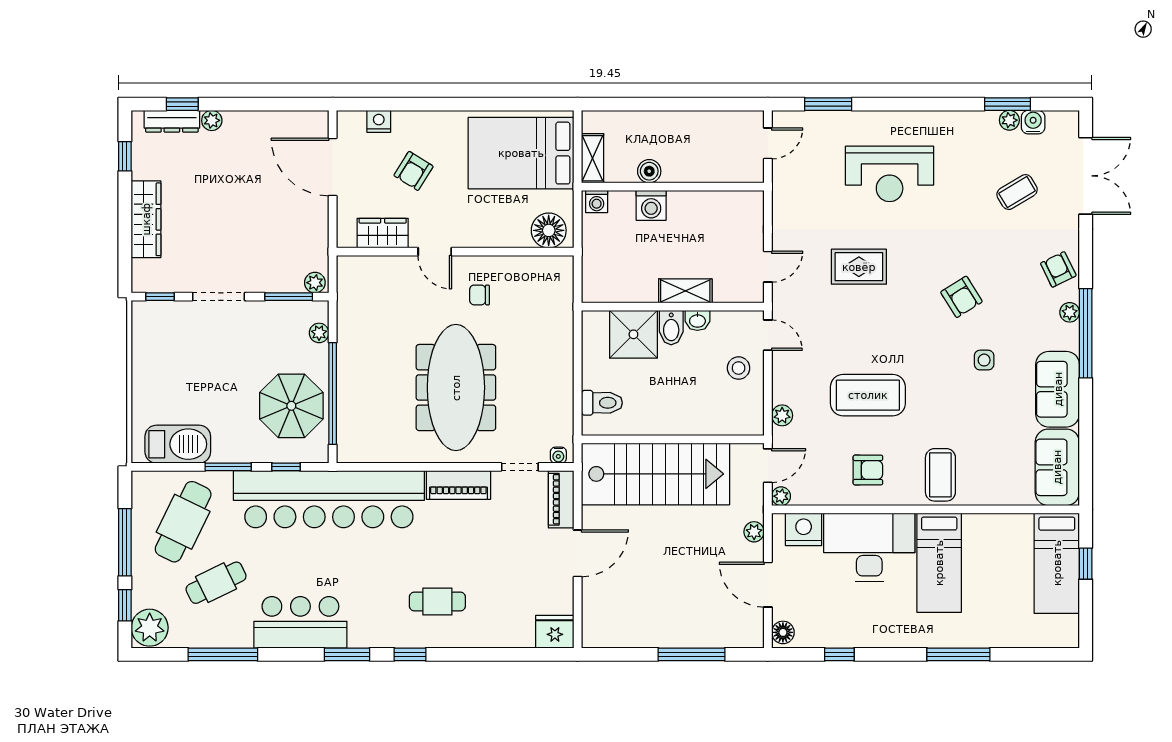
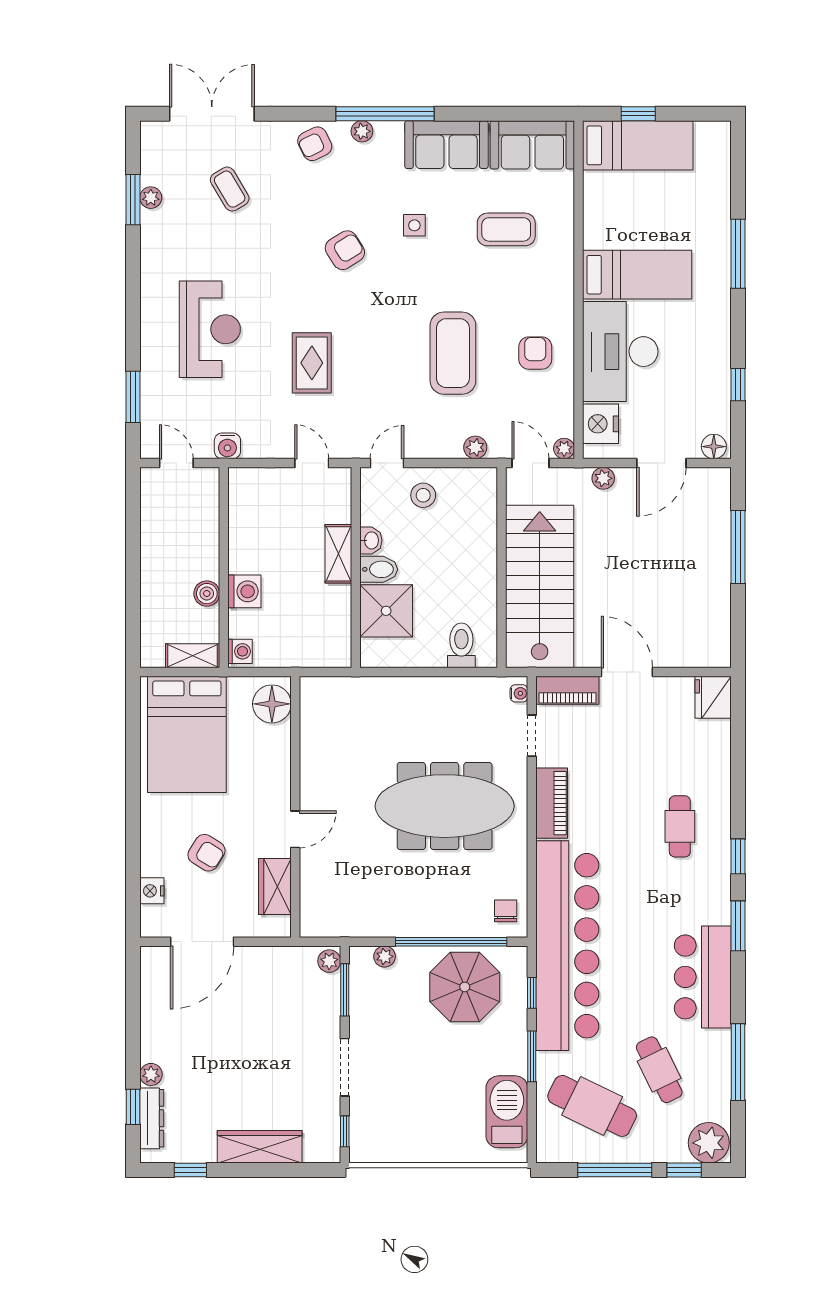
water cooler: (1033, 122) -> (227, 446), moved, turned -90
chair: (479, 295) -> (506, 911), moved, turned 180
coffee table: (940, 475) -> (506, 229), moved

